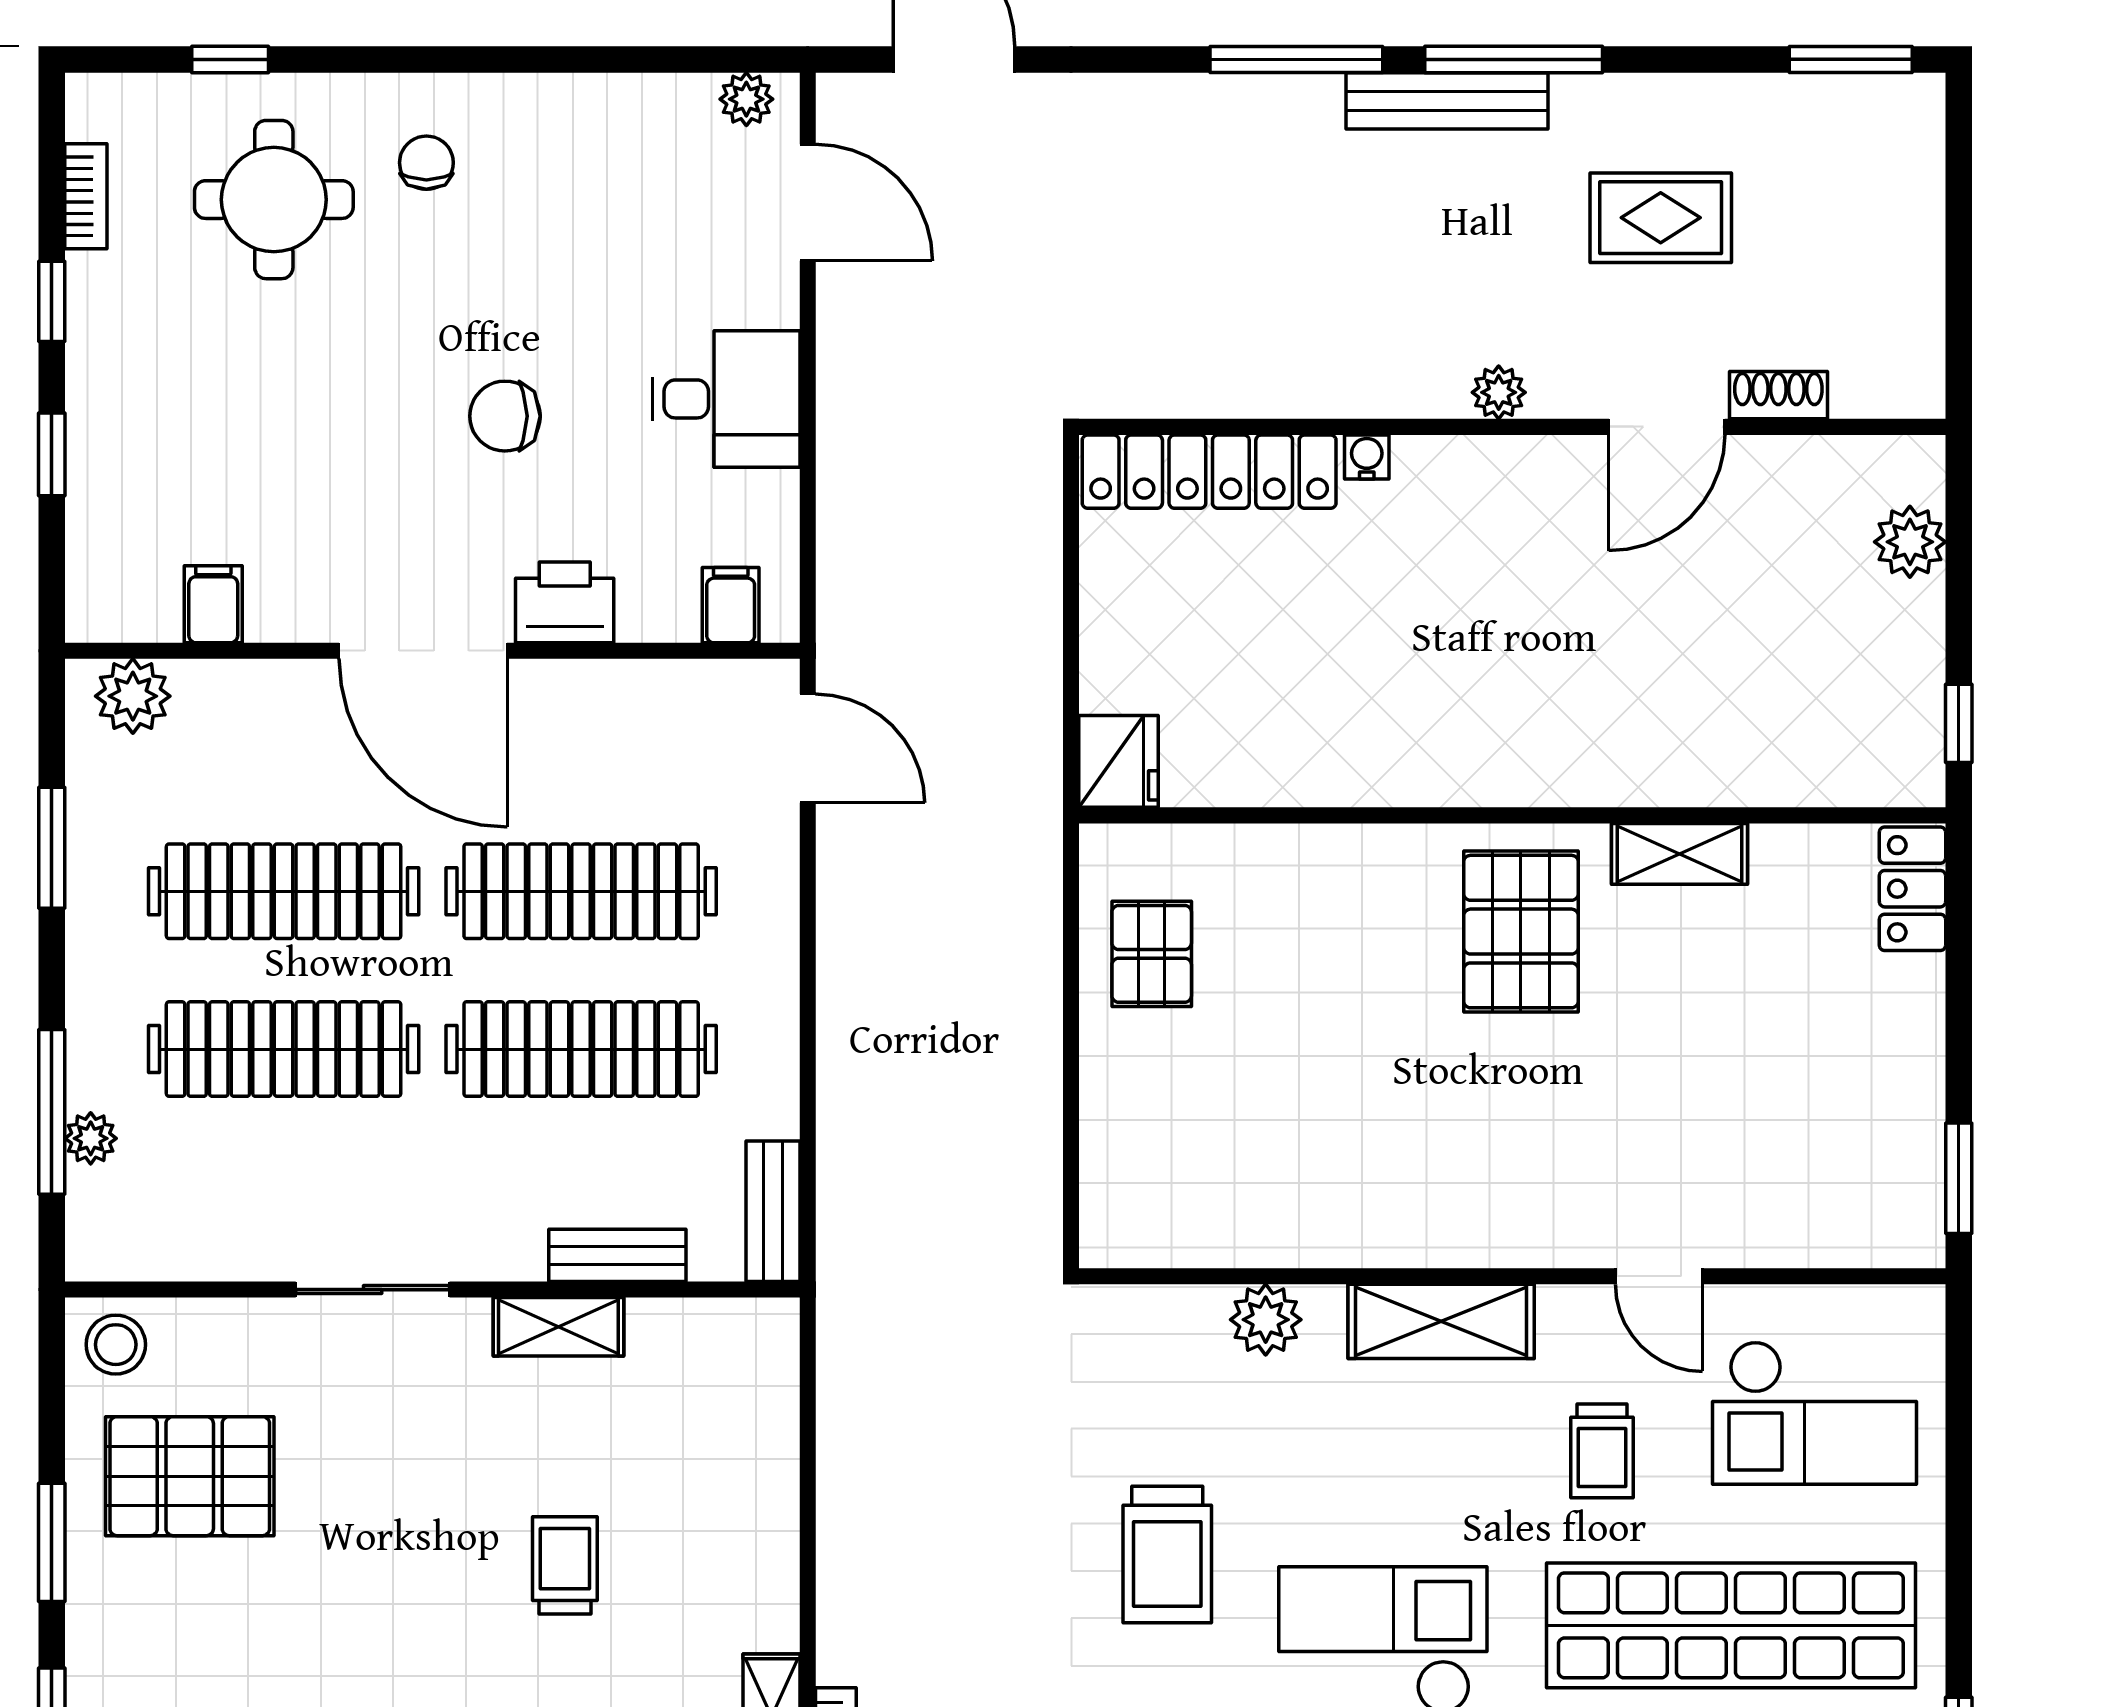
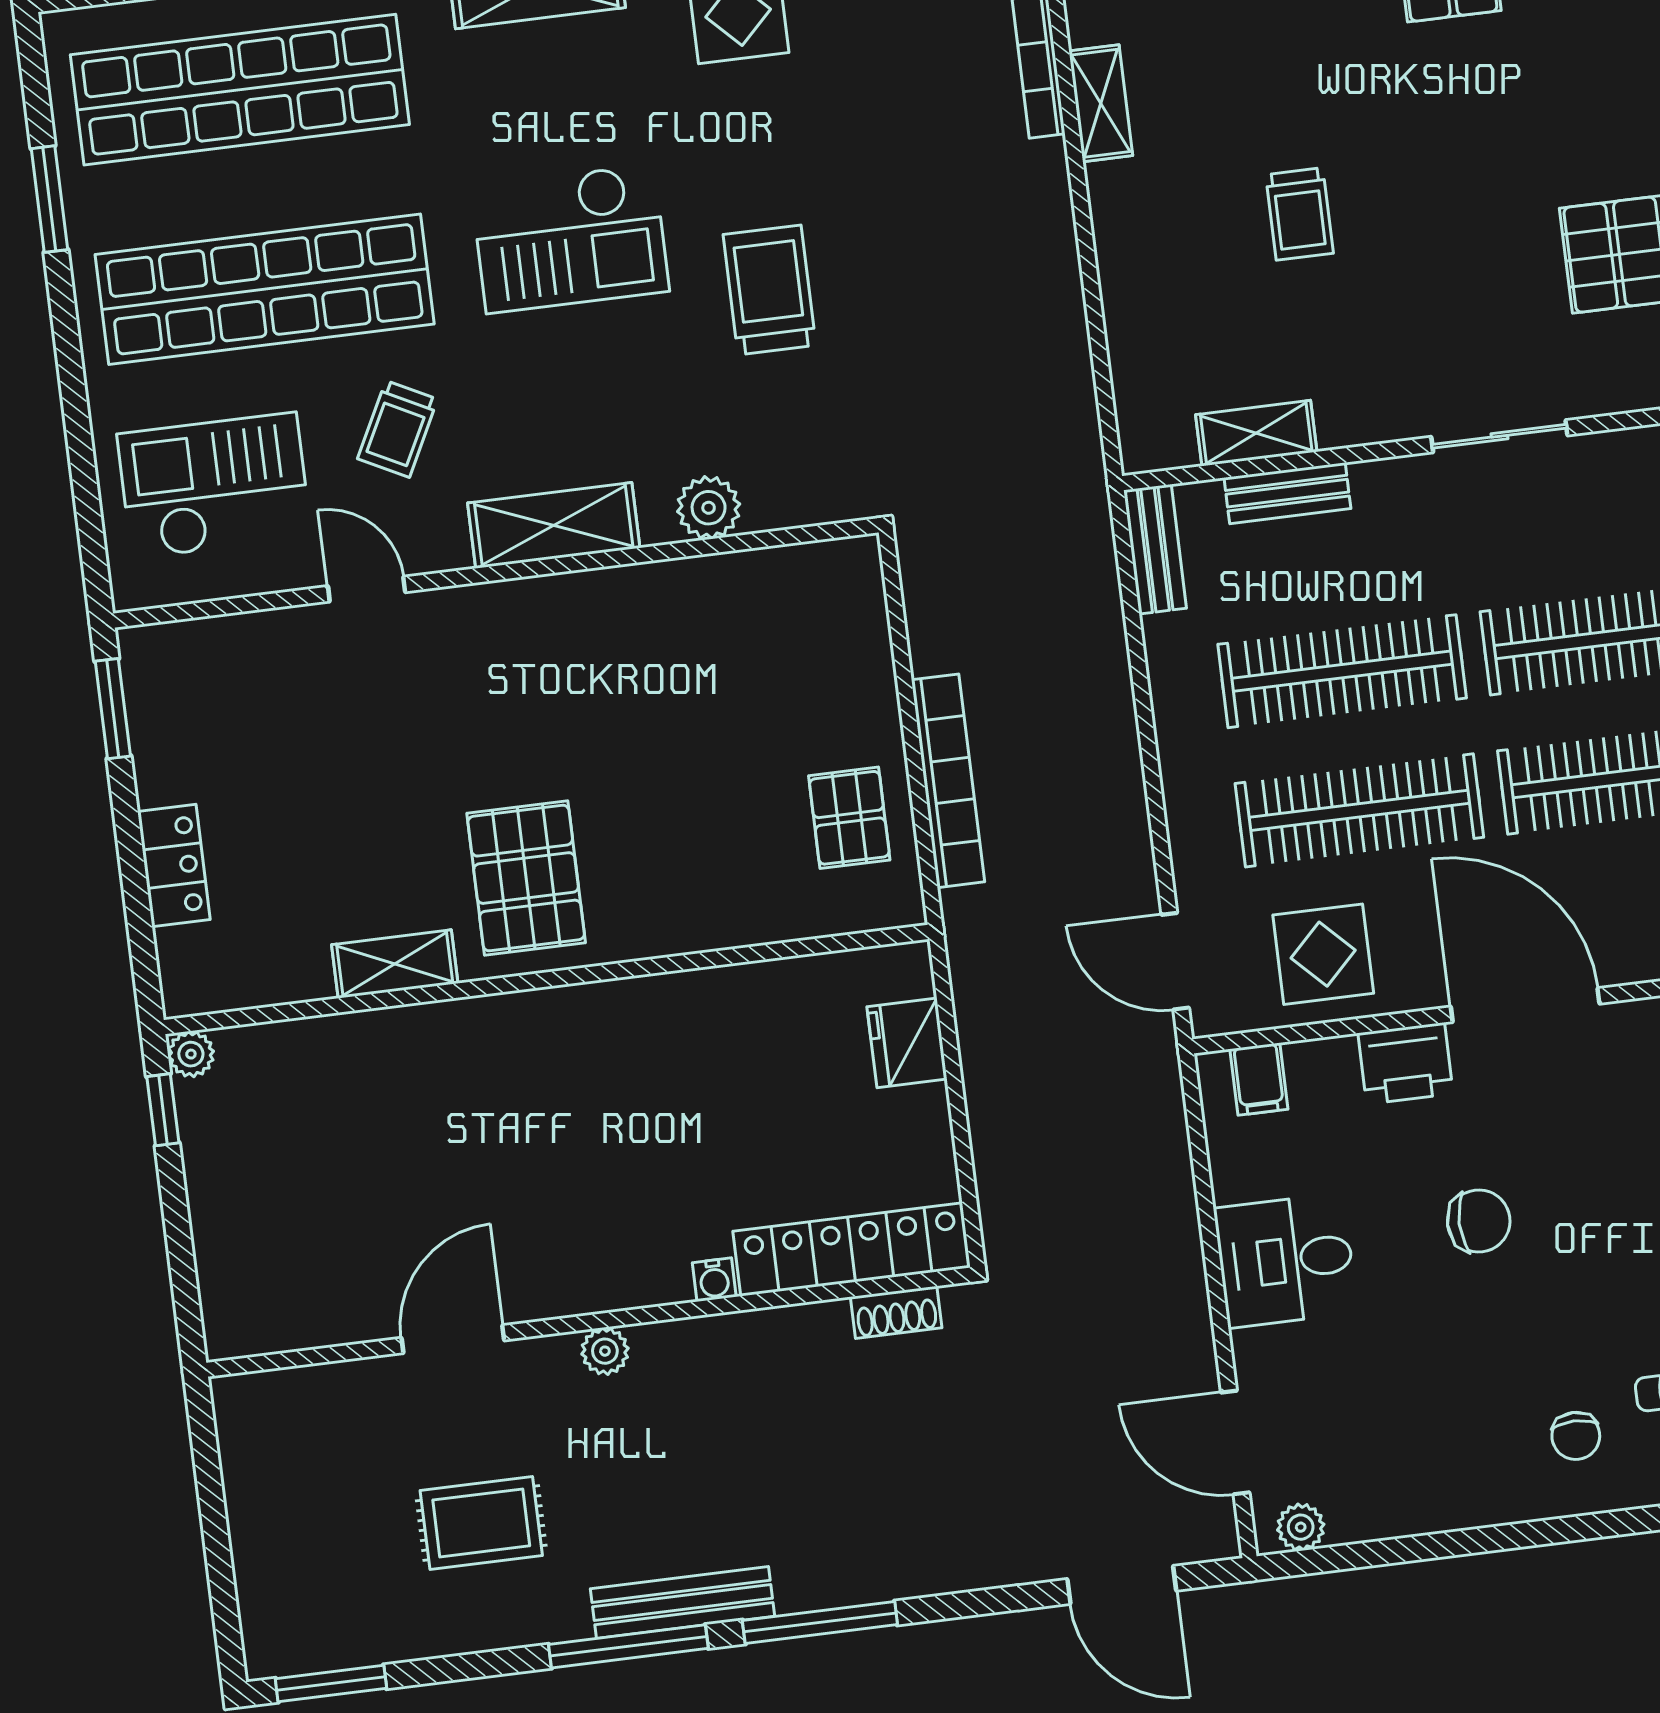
shoe rack: (1778, 395) -> (896, 1312), moved
plant: (1910, 542) -> (191, 1054), moved, width x0.73, depth x0.73
display table: (642, 736) -> (1323, 954), added
fridge: (1119, 761) -> (907, 1043), moved
locker: (1912, 889) -> (174, 866), moved
bookcase: (1036, 981) -> (948, 781), added
shelving: (558, 1327) -> (1256, 433), moved
trolley: (1602, 1451) -> (398, 429), turned -153

